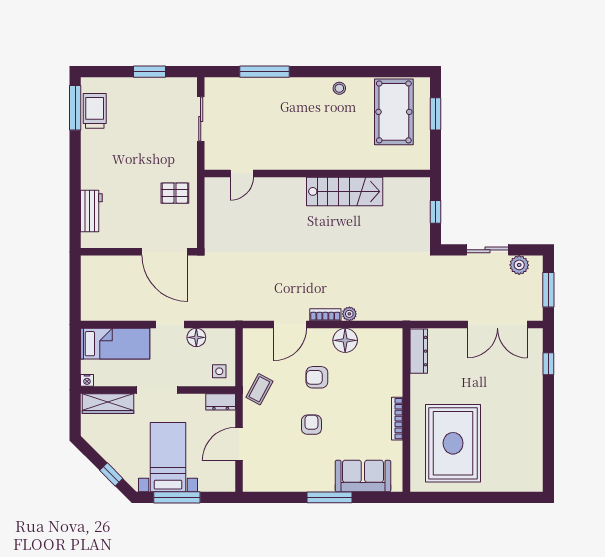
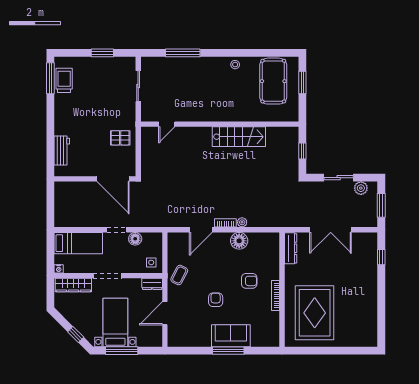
double door: (497, 325) -> (331, 230), moved
armchair: (317, 377) -> (249, 281), moved, turned 180
sofa: (363, 476) -> (231, 336), moved

